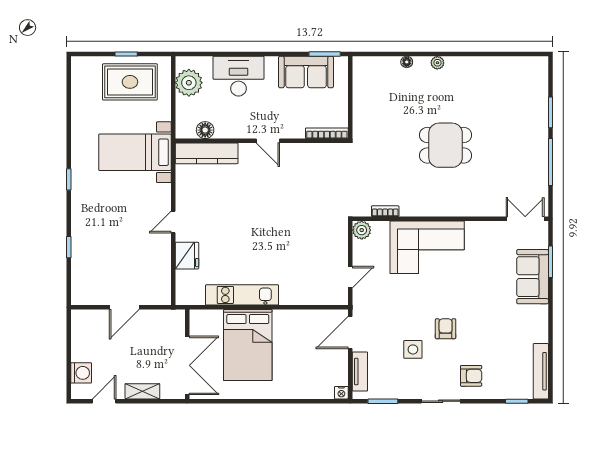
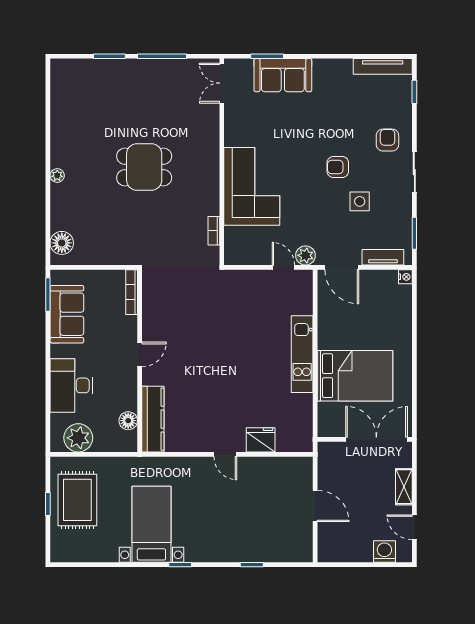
floor lamp: (407, 62) -> (62, 243), moved, width x1.89, depth x1.89
dining table: (446, 145) -> (144, 167), turned 90
bed with nightstands: (135, 152) -> (151, 524), moved, turned 180
plant: (362, 230) -> (306, 255), moved
kitchen unit: (242, 295) -> (302, 354), moved

